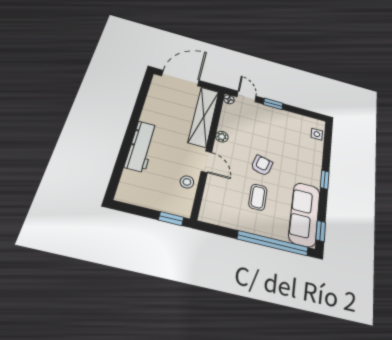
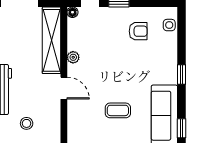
armchair: (262, 165) -> (138, 31), moved, turned 76
stool: (187, 182) -> (27, 123), moved
coffee table: (258, 197) -> (118, 110), turned 90

